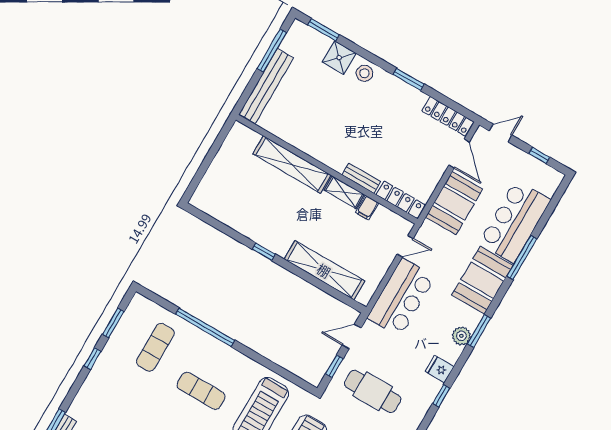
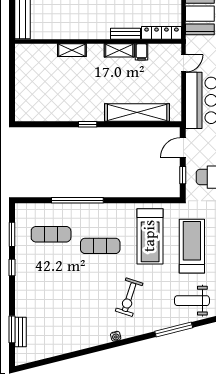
shelving: (292, 164) -> (72, 50), width x0.45, depth x0.75
exercise mat: (155, 347) -> (51, 234), turned 90

